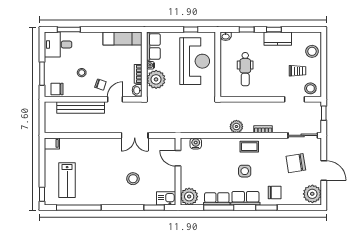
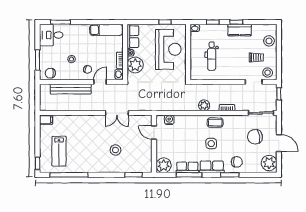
kitchen sink: (166, 198) -> (144, 167), removed

